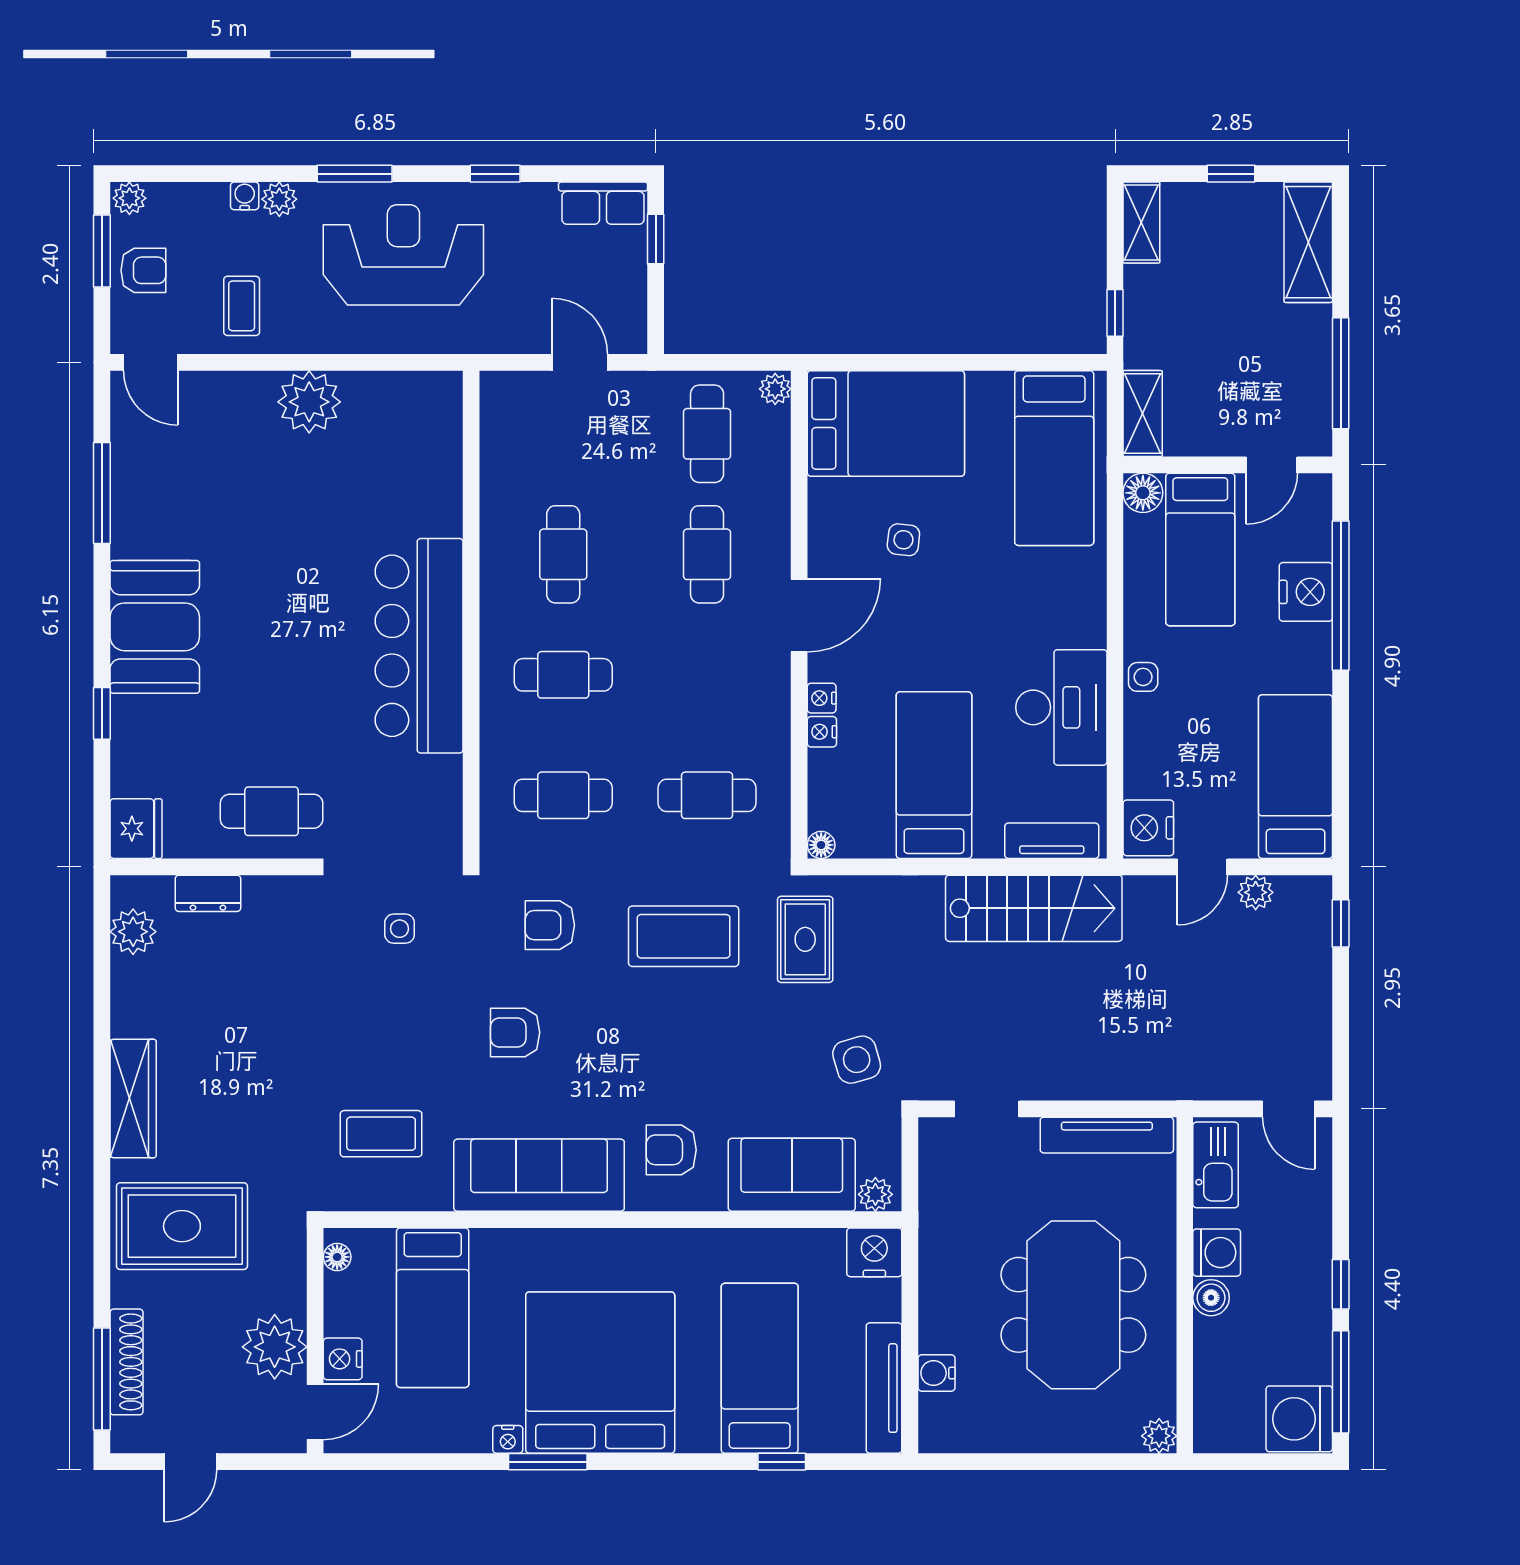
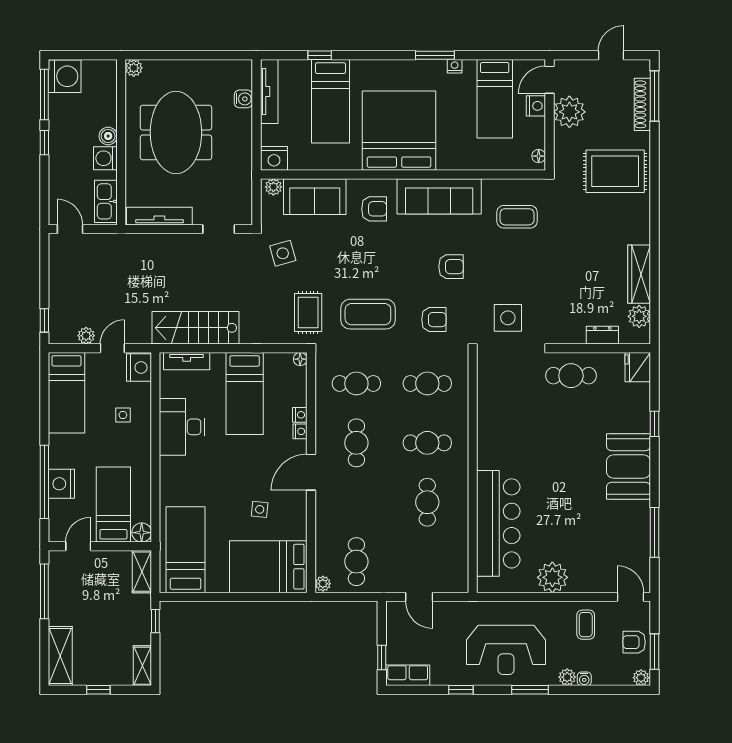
cafe table: (707, 554) -> (356, 443), moved
bar counter: (419, 646) -> (498, 523), moved
side table: (1143, 677) -> (123, 415), moved
side table: (400, 929) -> (508, 318), width x1.87, depth x1.87
wardrobe: (133, 1099) -> (639, 274), moved
bed: (433, 1308) -> (495, 99), moved, turned 180
bed: (600, 1373) -> (399, 131), moved, turned 180

